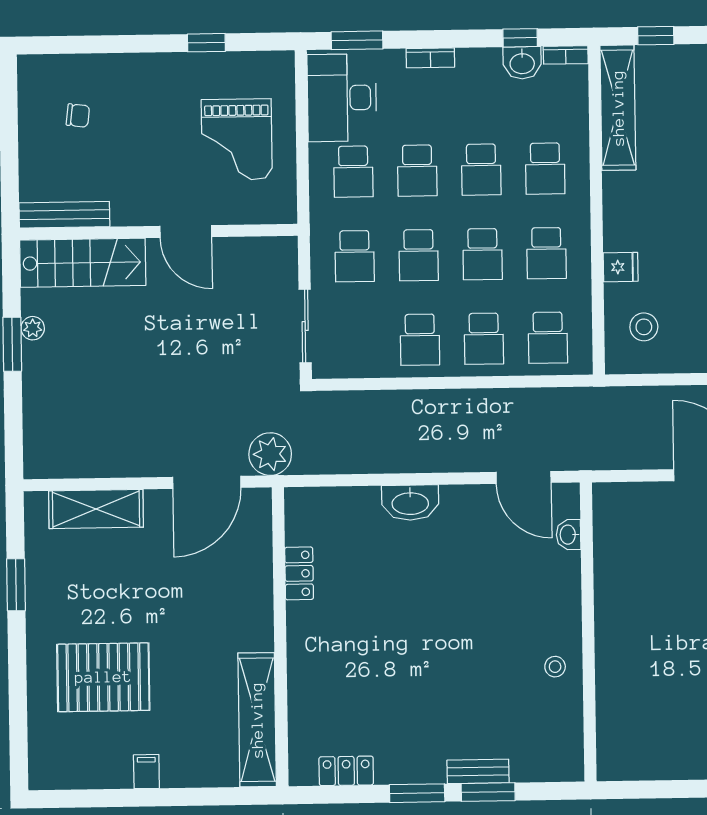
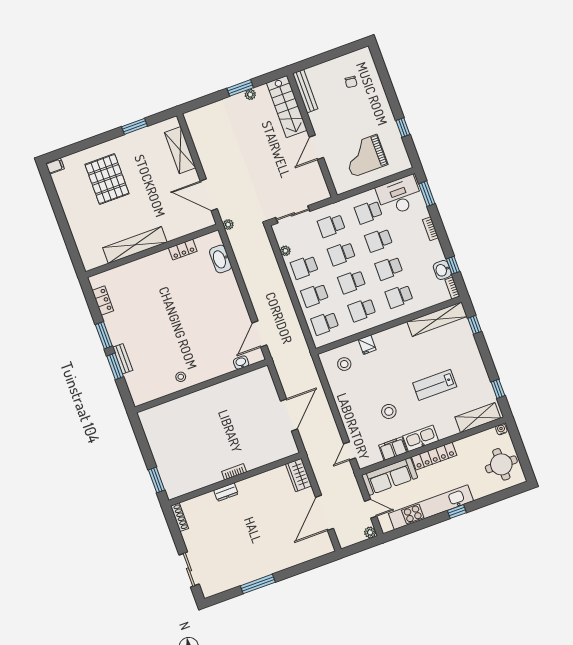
plant: (373, 367) -> (285, 251), added
plant: (270, 454) -> (228, 225), width x0.53, depth x0.53
washbasin: (410, 503) -> (221, 259), moved
shelving: (257, 720) -> (135, 245), moved
filing cabinet: (146, 772) -> (55, 166), moved

